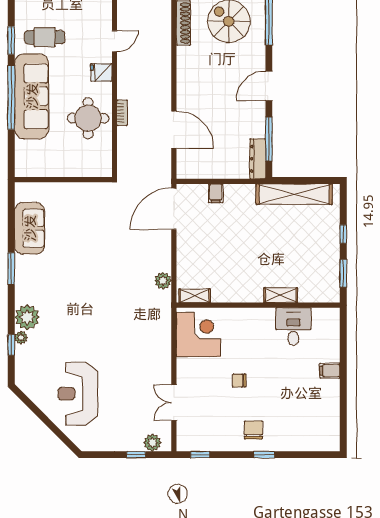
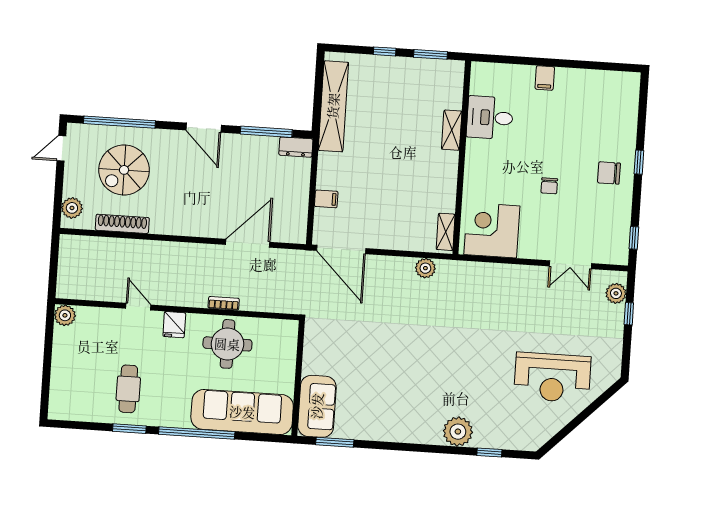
sofa: (32, 96) -> (242, 412), moved
dresser: (258, 159) -> (296, 147), width x0.70
sofa: (30, 228) -> (317, 406), moved, turned 90
window: (11, 269) -> (335, 442), moved
plant: (21, 338) -> (481, 440), removed

